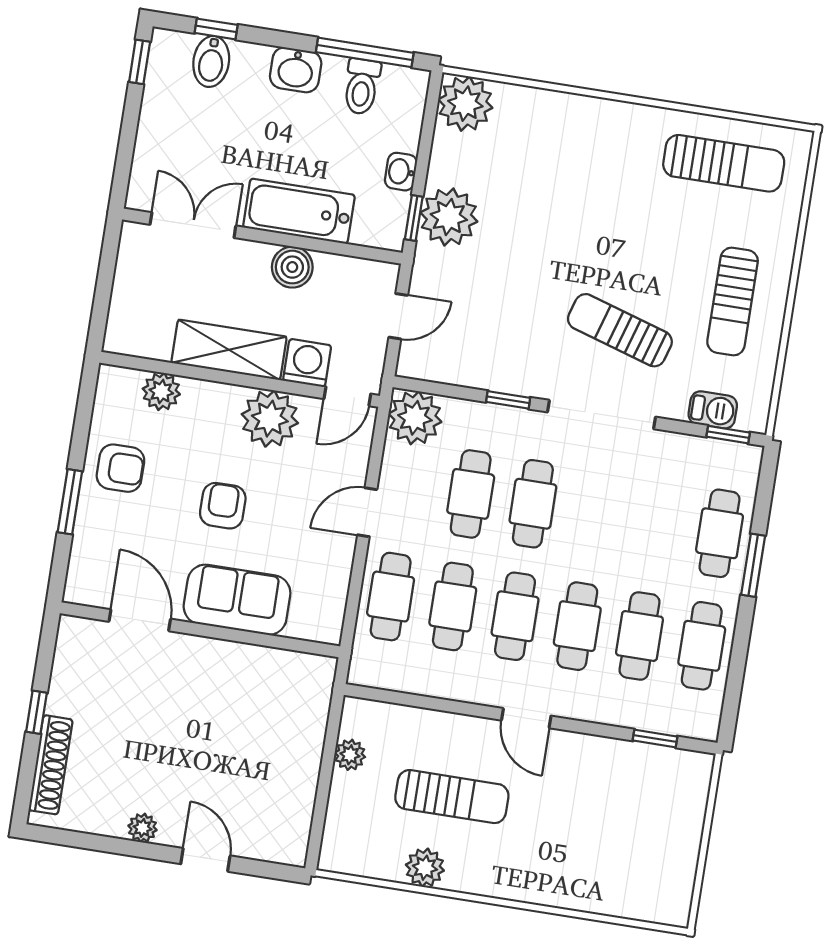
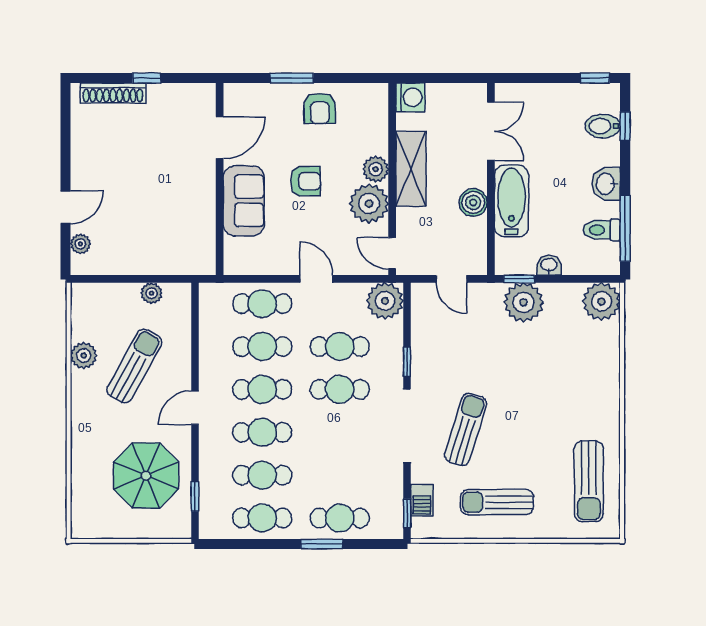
washing machine: (307, 363) -> (410, 97), moved
plant: (161, 392) -> (376, 169), moved
sun lounger: (452, 797) -> (134, 366), turned -151
parasol: (613, 805) -> (146, 476), added
plant: (143, 828) -> (80, 244), moved

